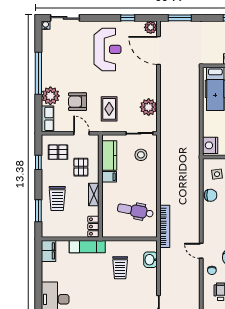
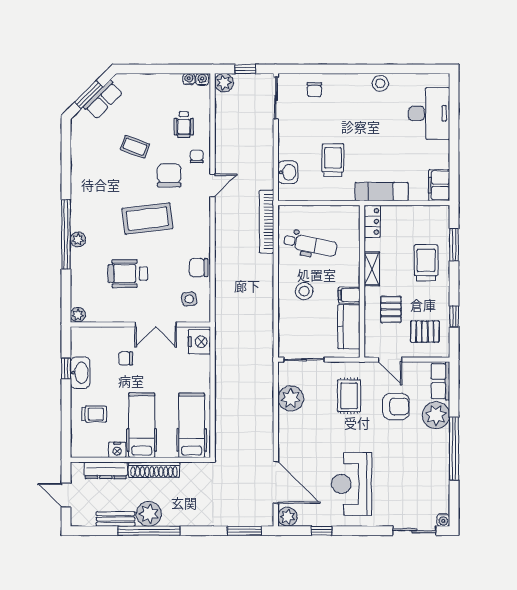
stool: (141, 155) -> (304, 291), moved
door: (201, 251) -> (213, 185), hinge flipped

